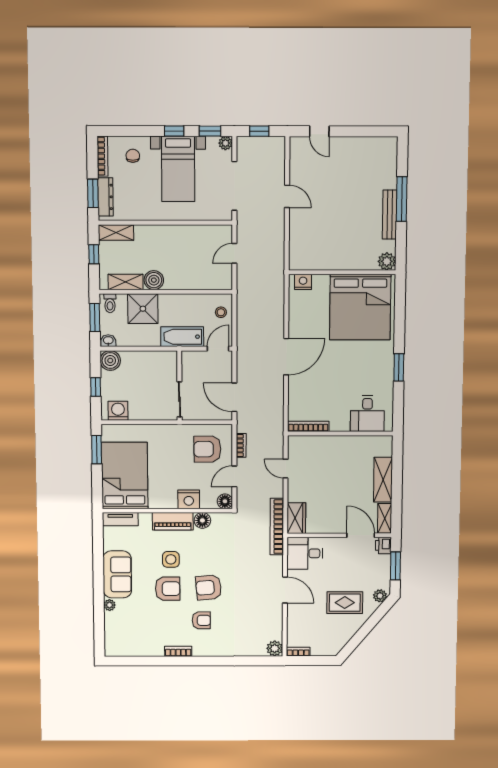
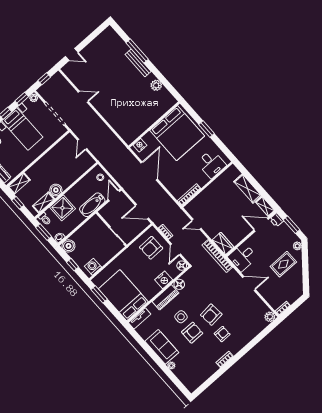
wall: (342, 272) -> (154, 125), moved
nightstand: (303, 282) -> (140, 145), moved
bed: (360, 307) -> (177, 133), moved

